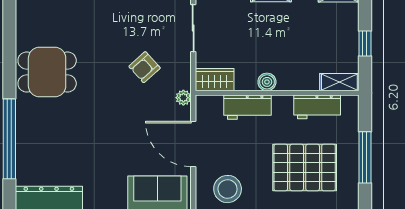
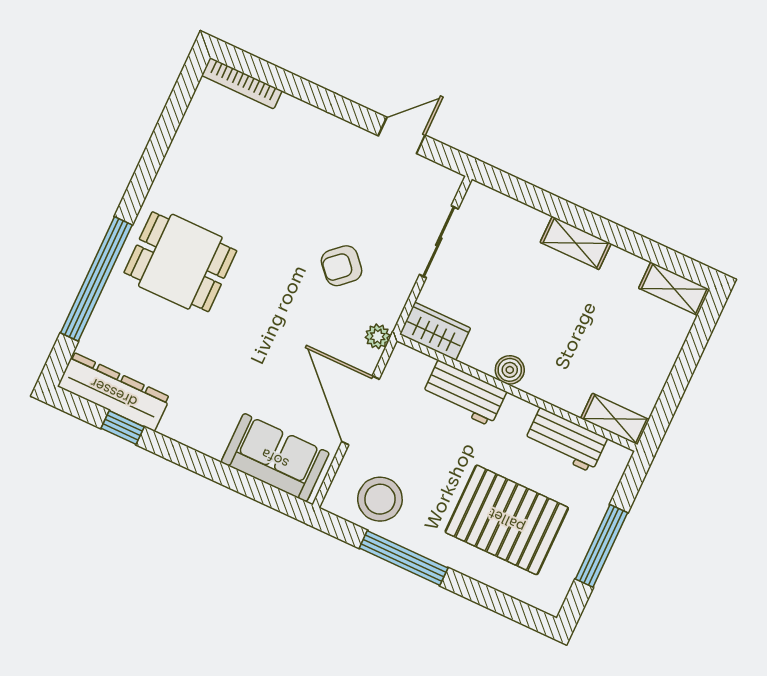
window: (365, 43) -> (678, 380), removed
dining table: (47, 72) -> (180, 262), moved

